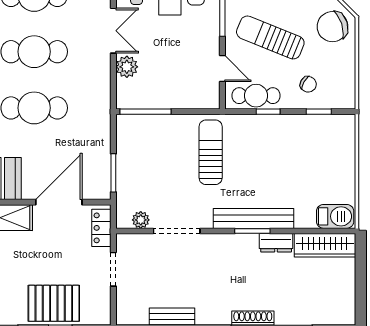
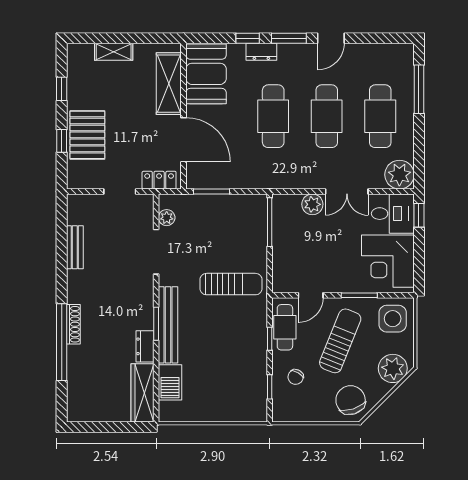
barbecue: (335, 216) -> (170, 382), moved

